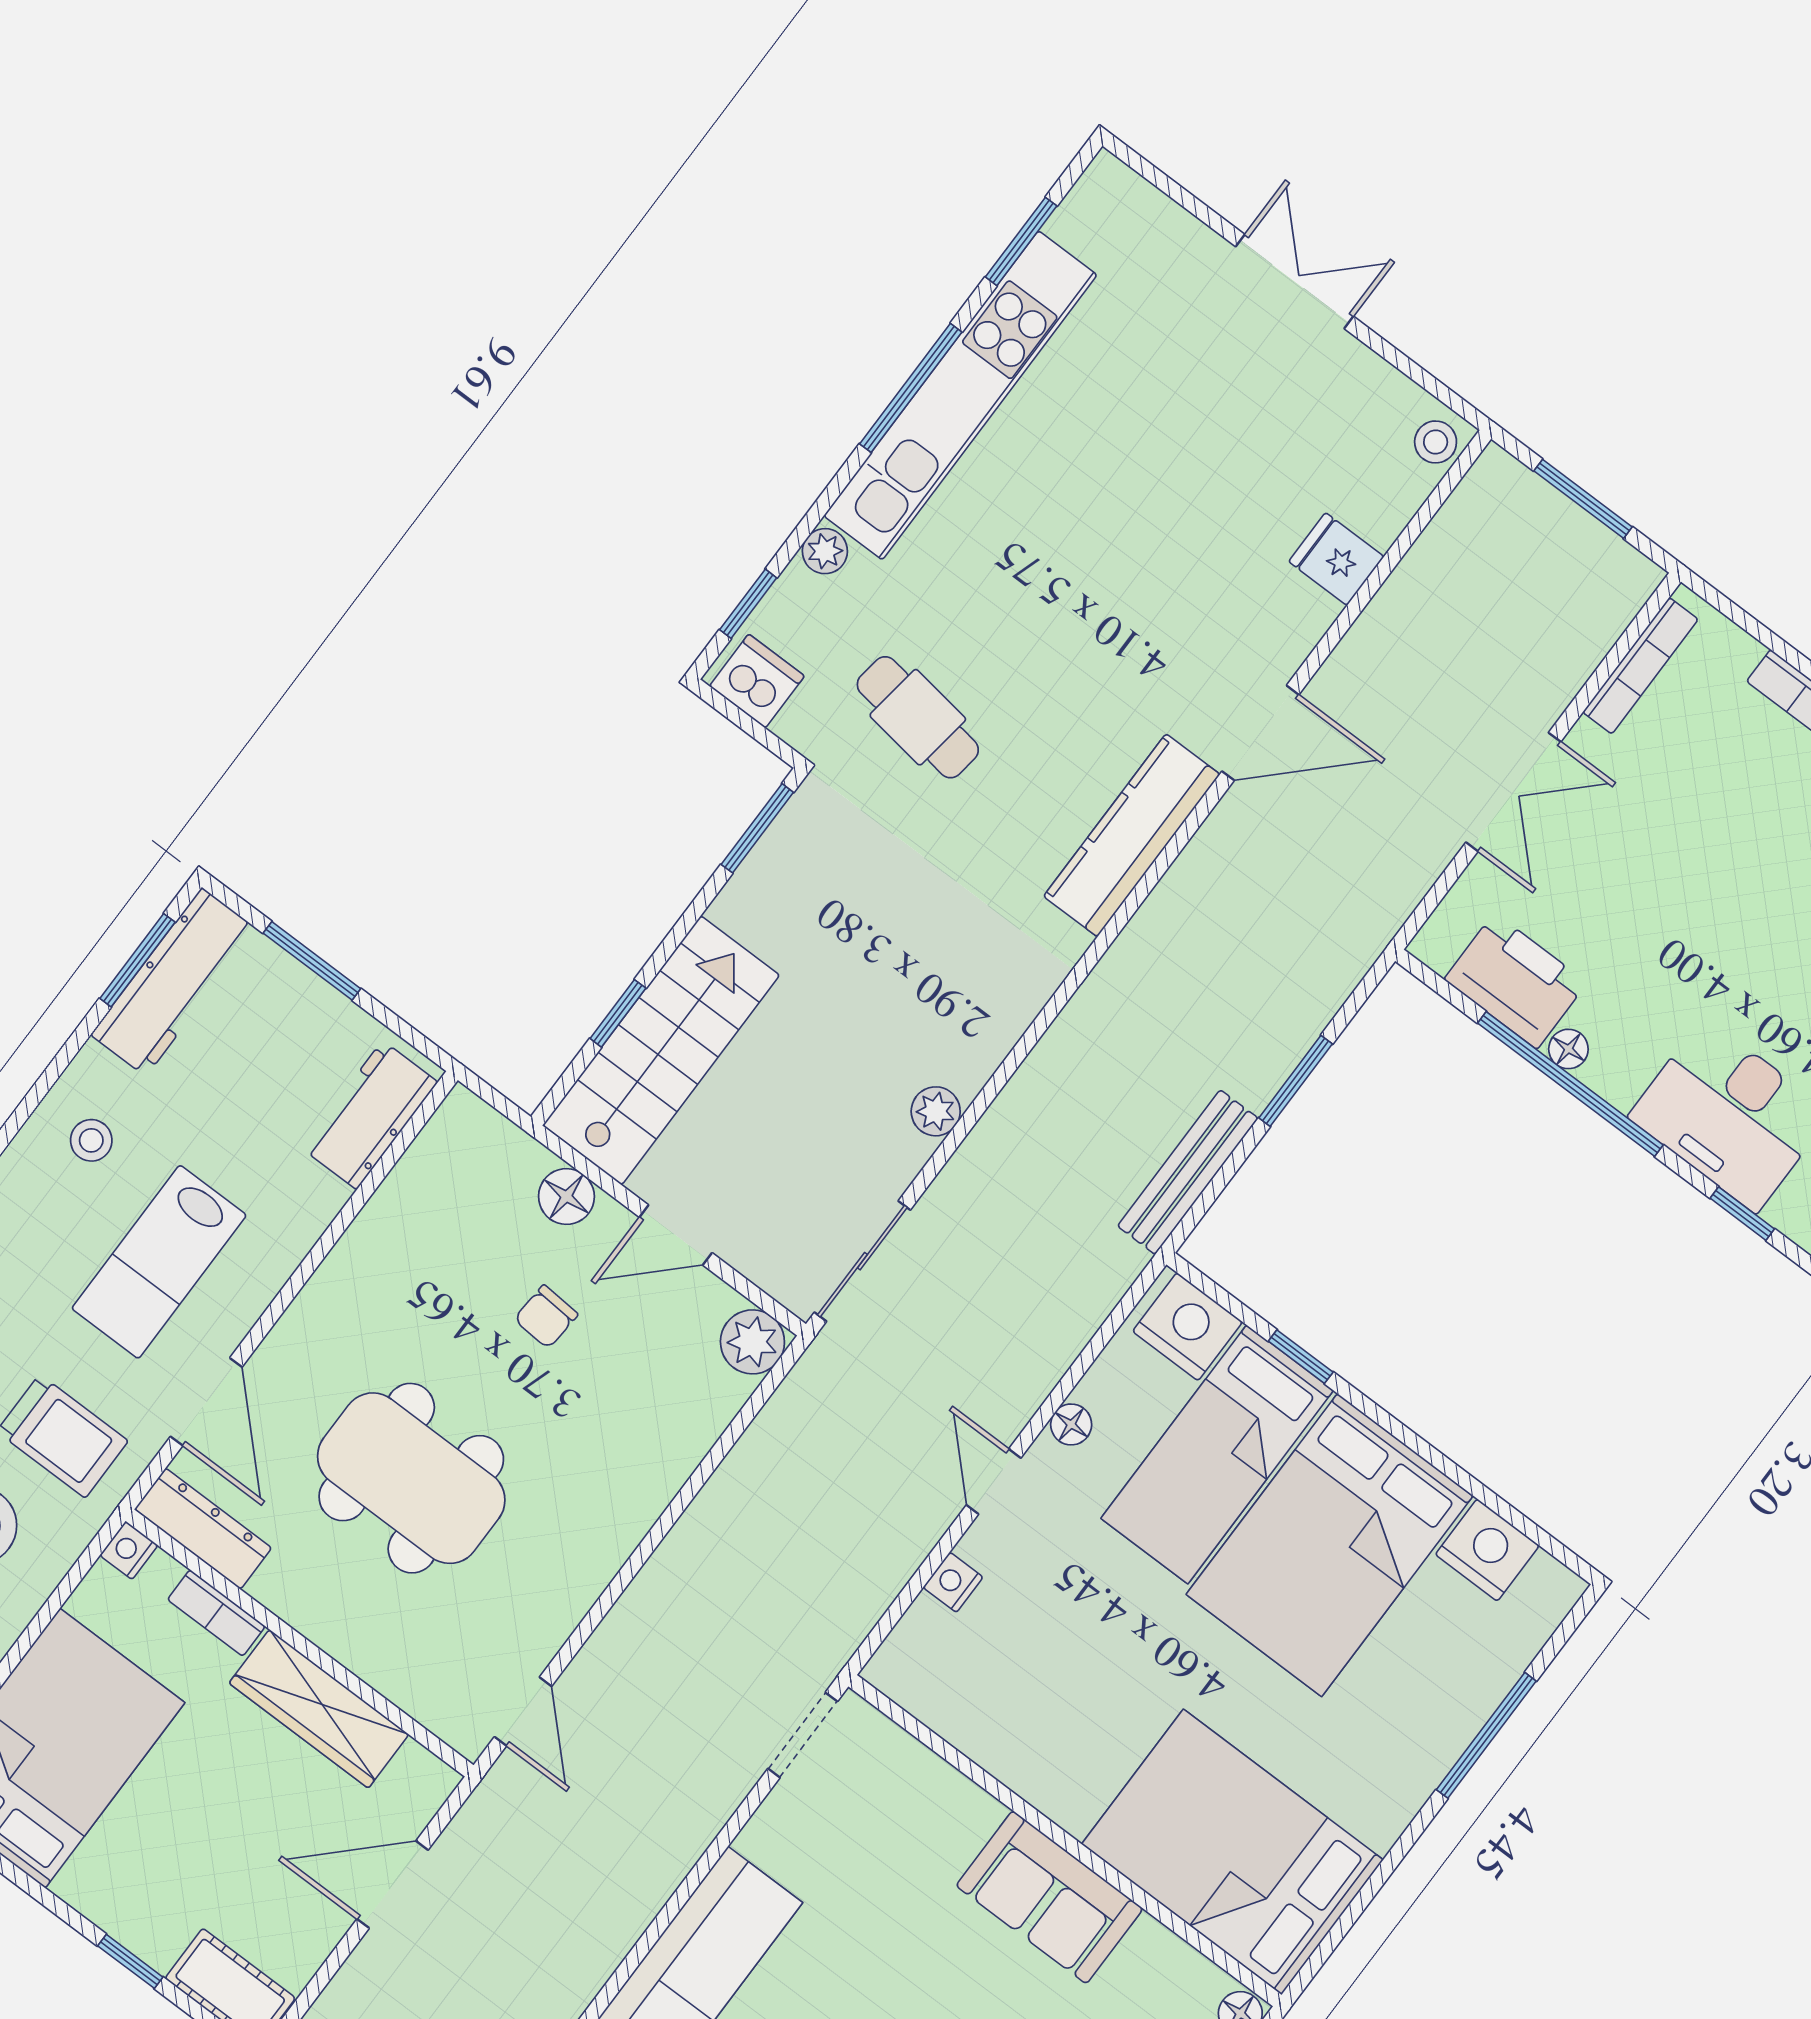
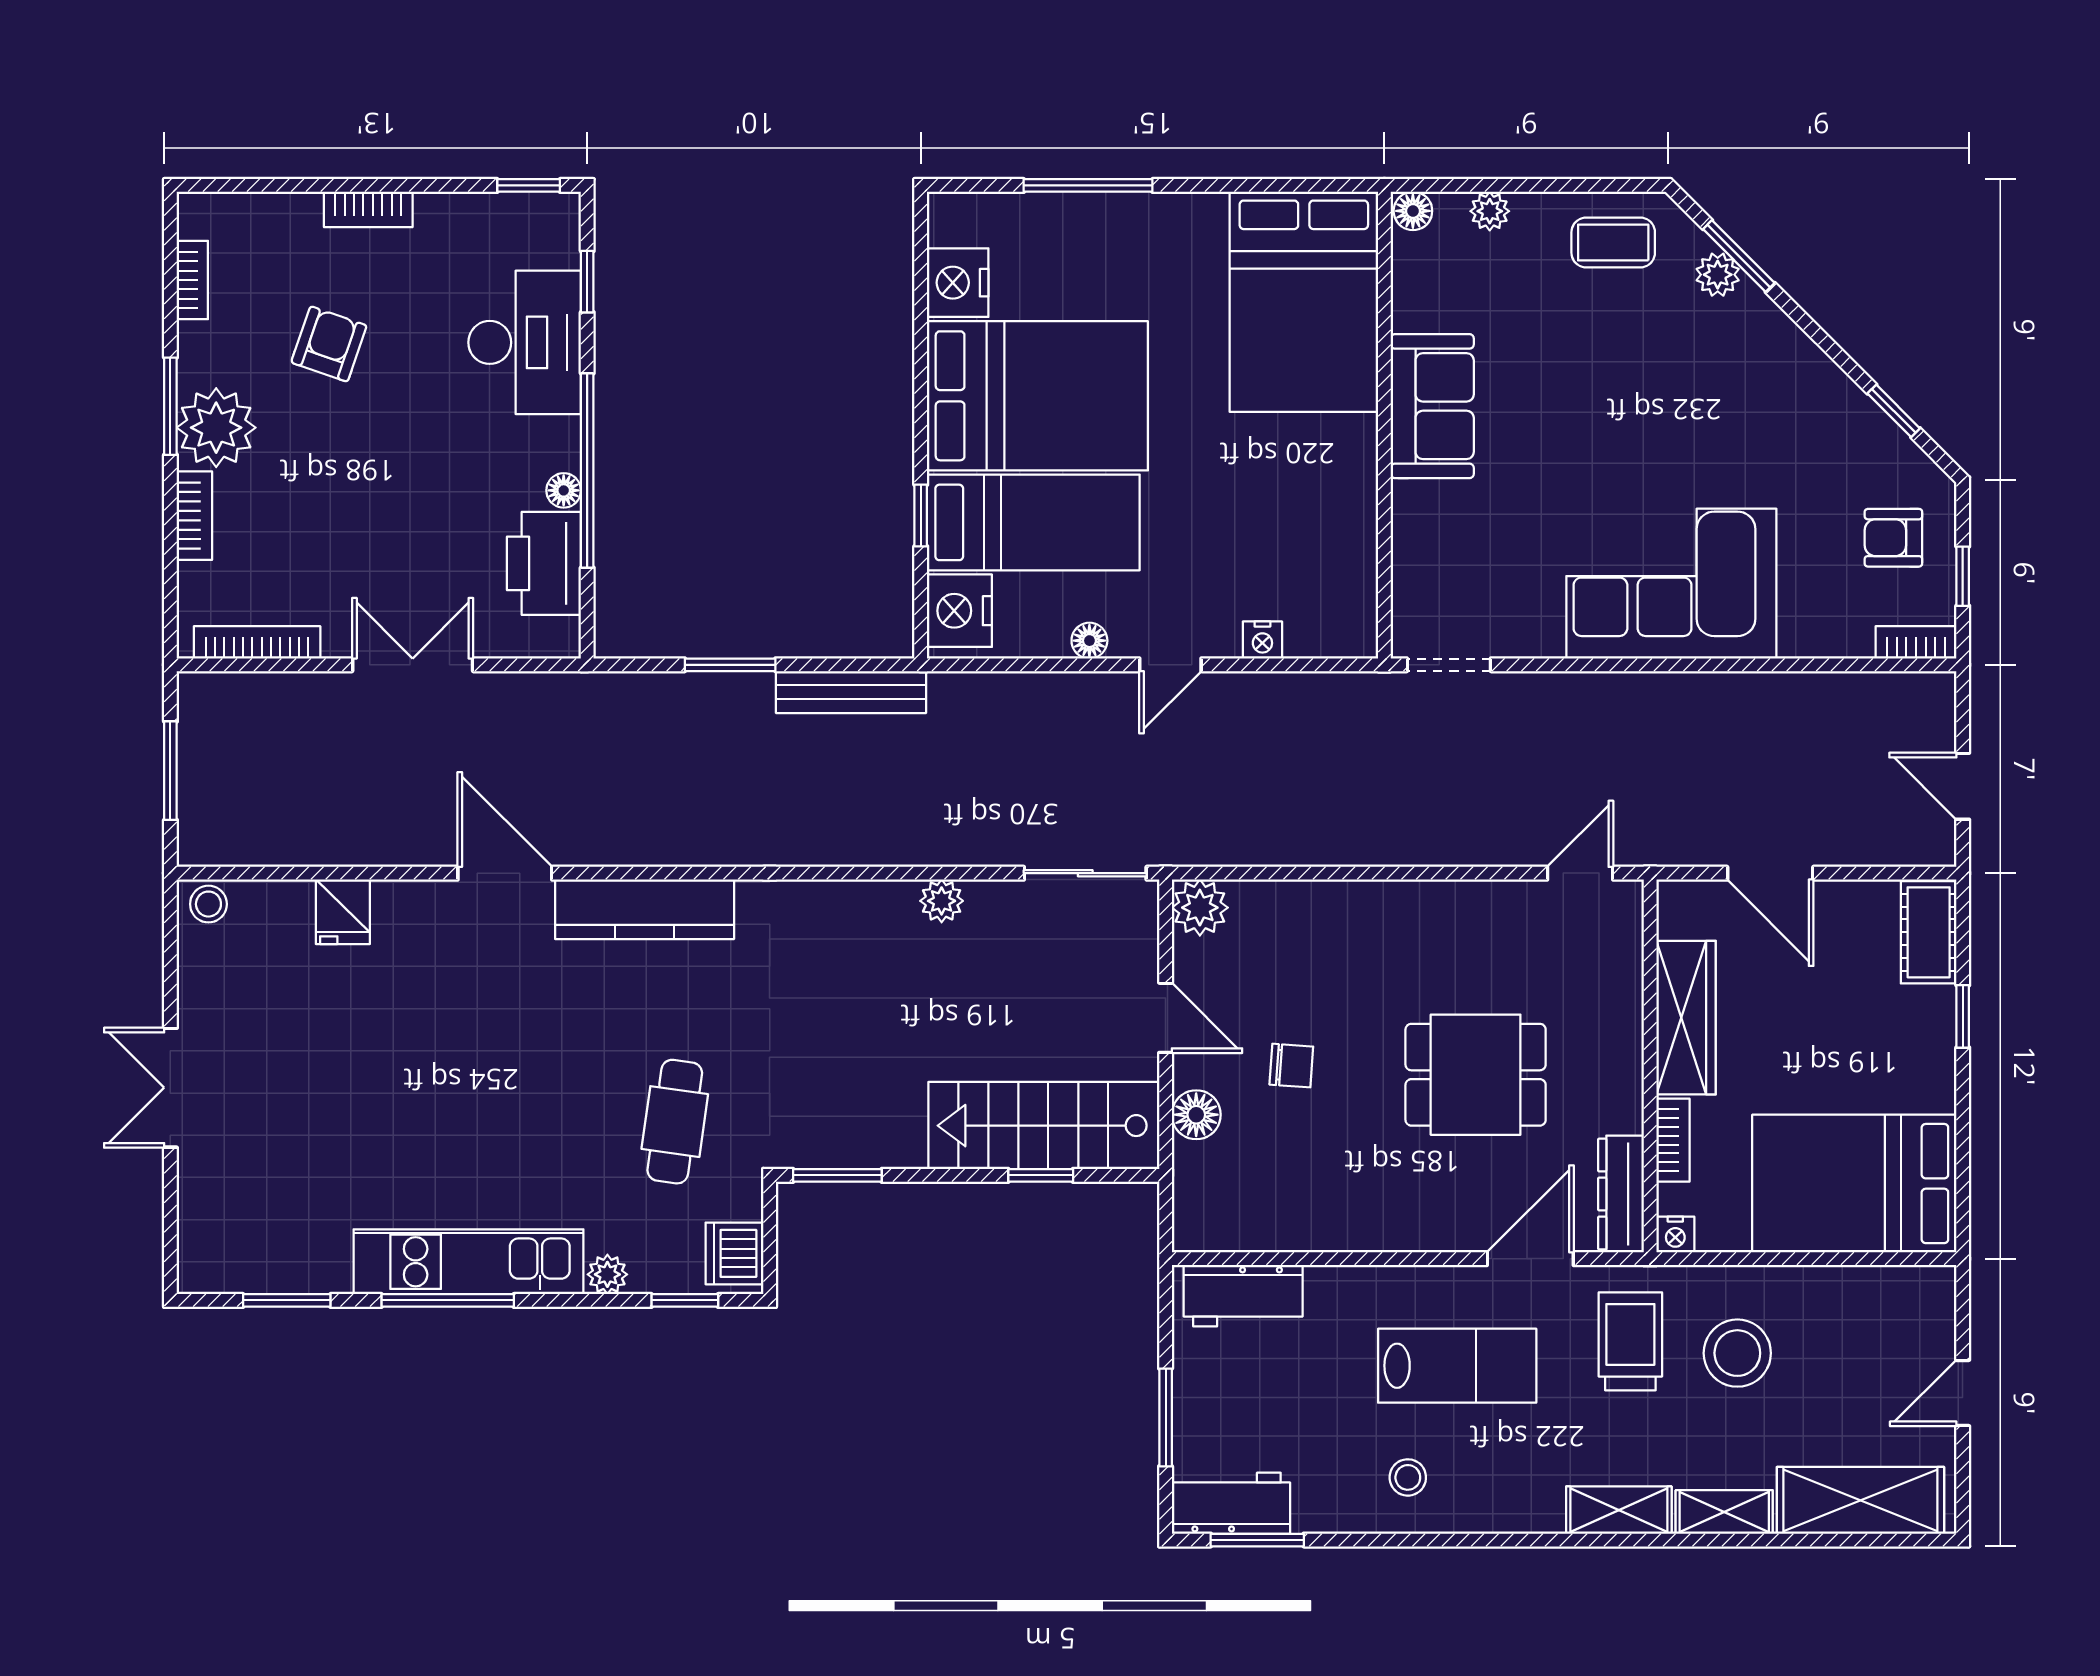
kitchen unit: (960, 395) -> (468, 1262), width x0.73
workbench: (174, 982) -> (1231, 1503), width x0.73
dining table: (411, 1478) -> (1476, 1075), width x0.73

